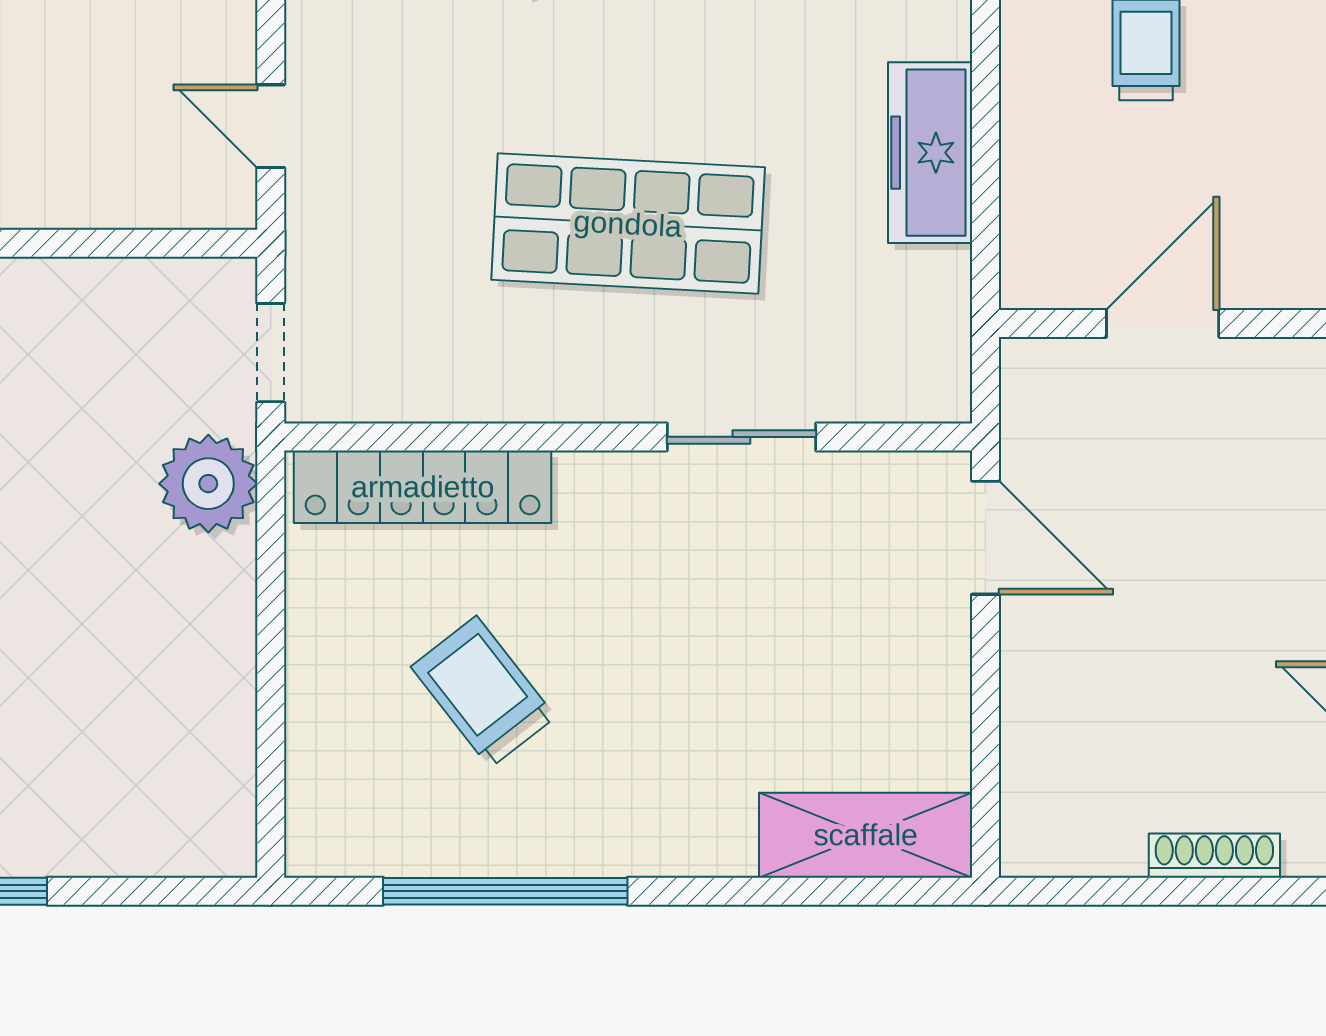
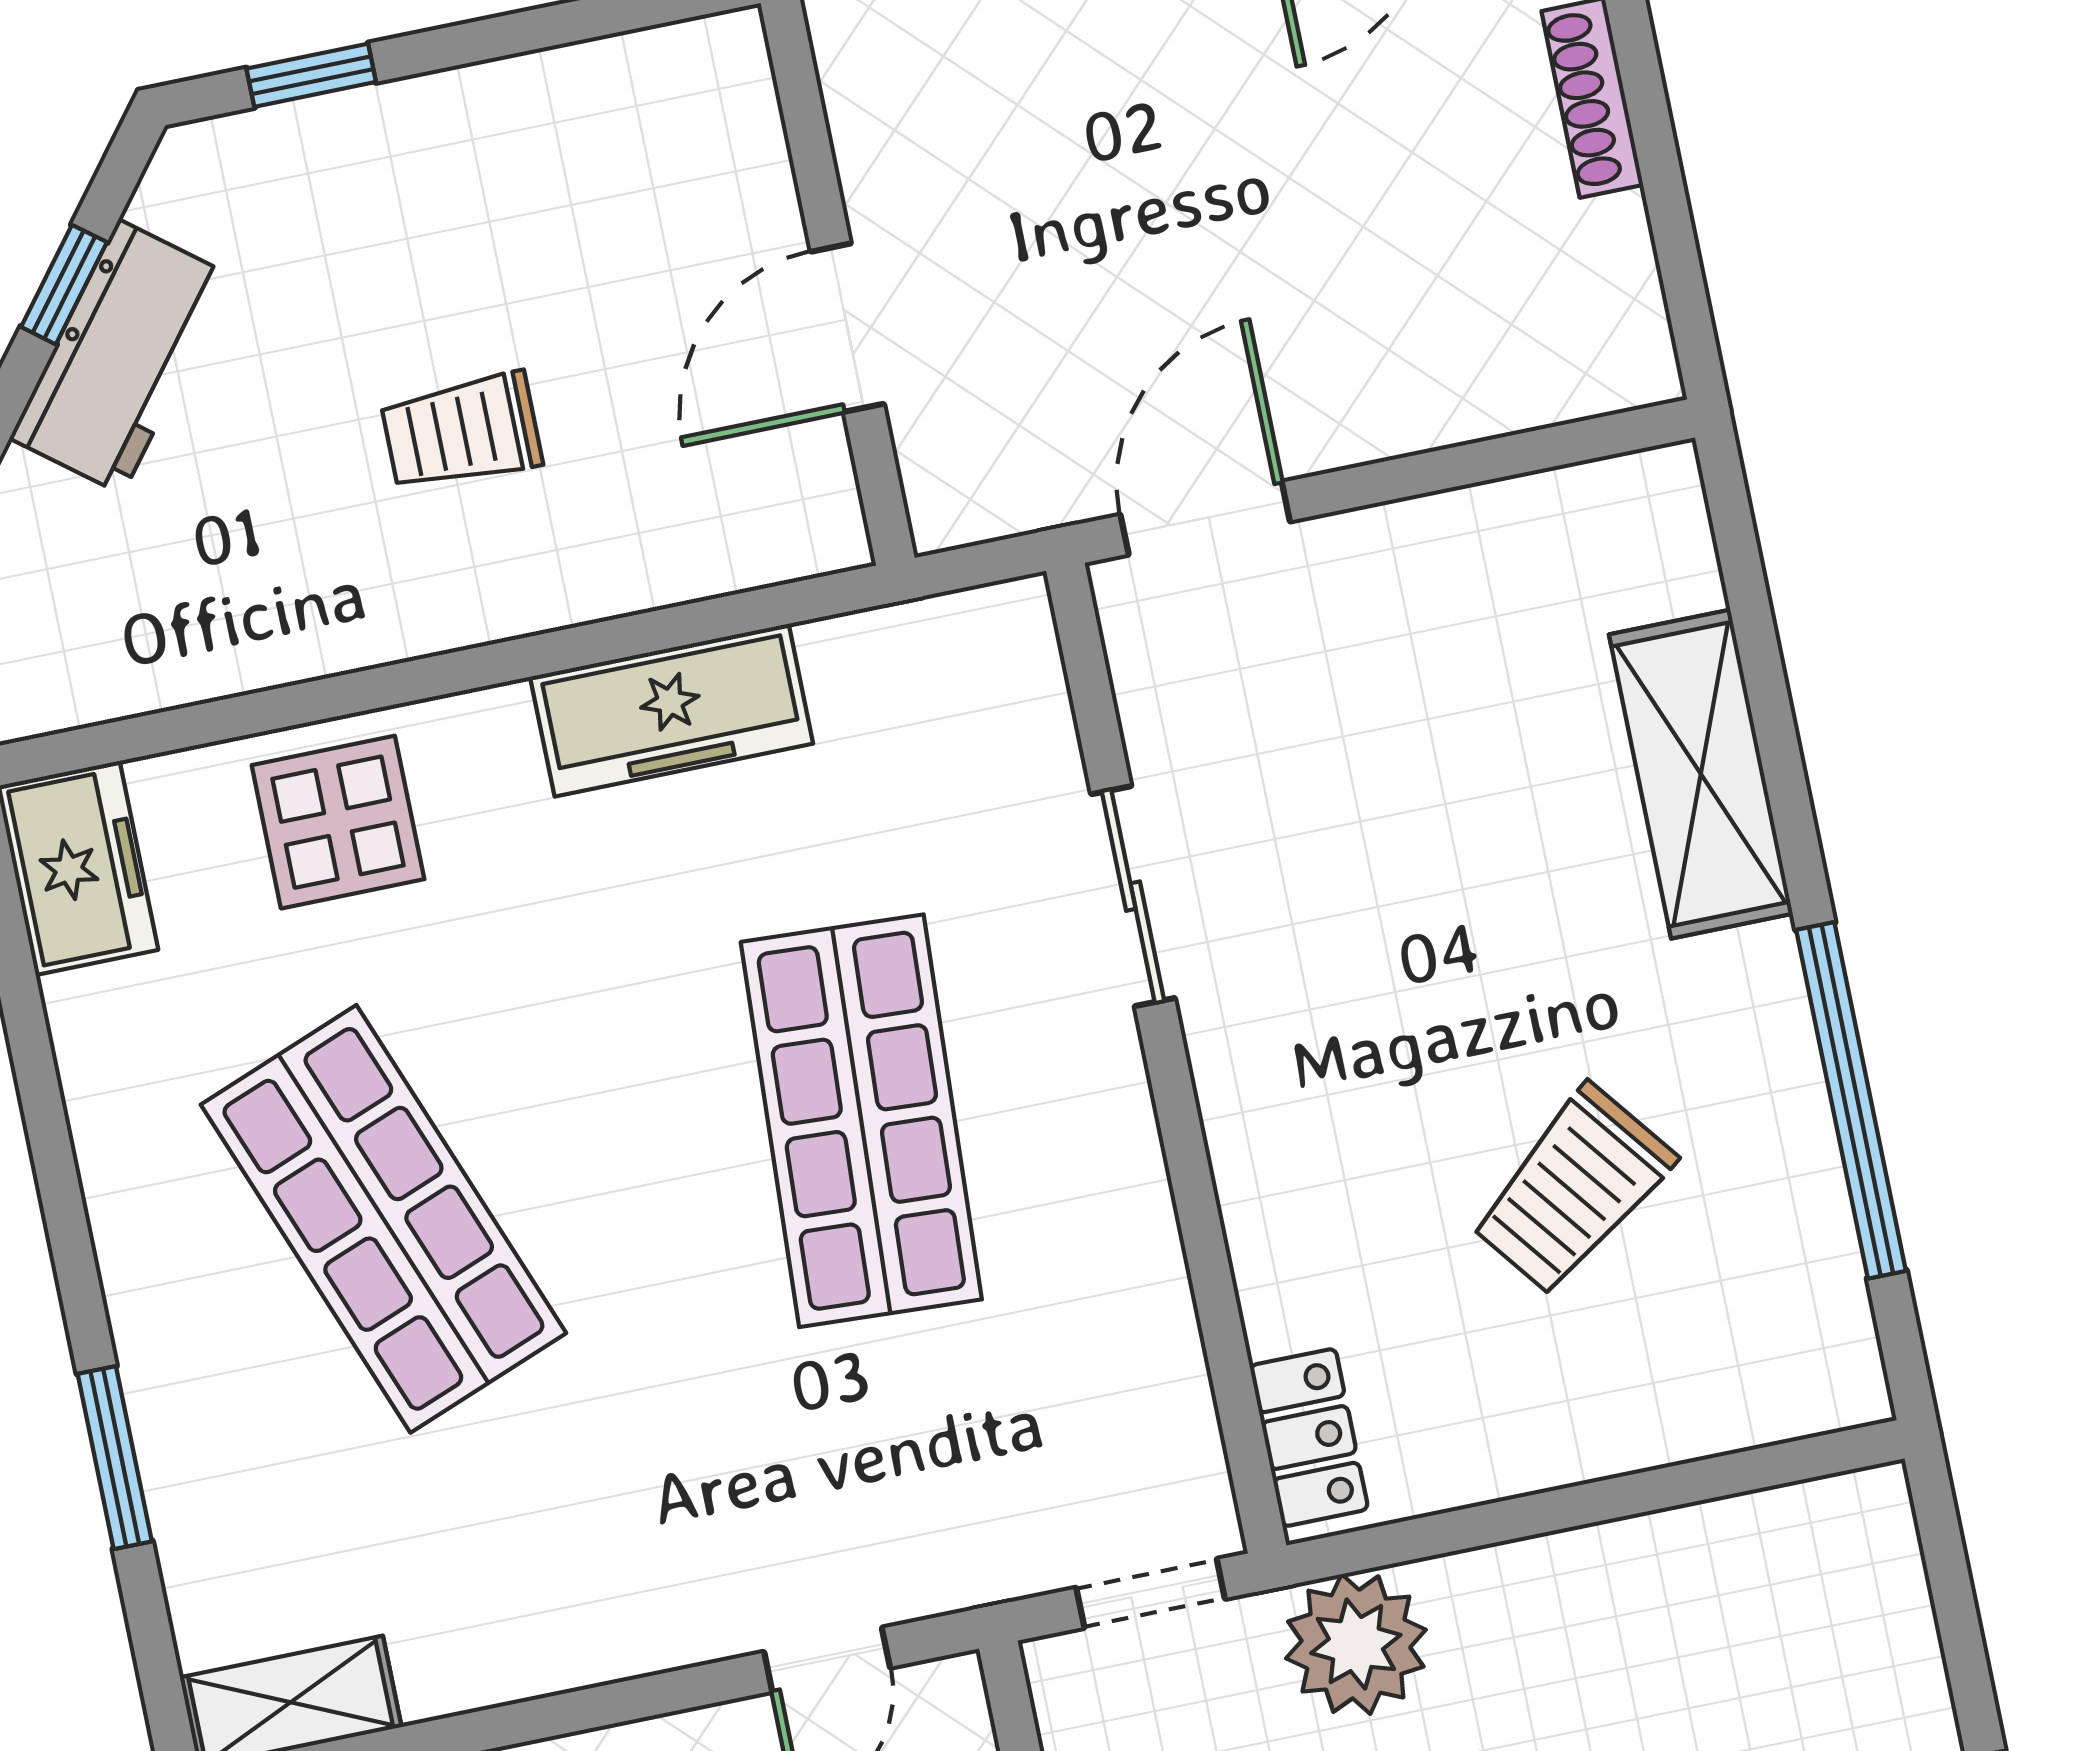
door: (1163, 323) -> (847, 328), hinge flipped
locker: (423, 487) -> (1309, 1438), width x0.46, depth x0.83
shelving: (866, 835) -> (1701, 774), moved

